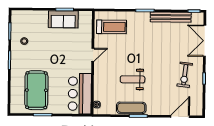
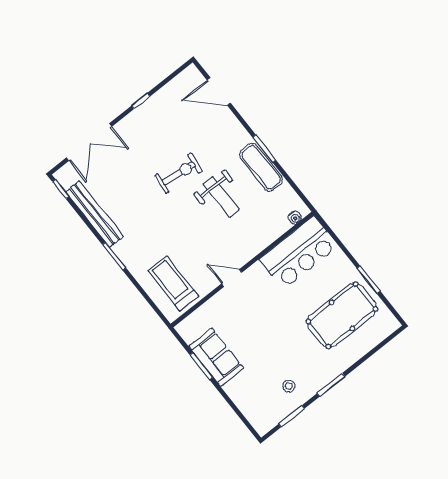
exercise bike: (185, 75) -> (179, 173), moved

